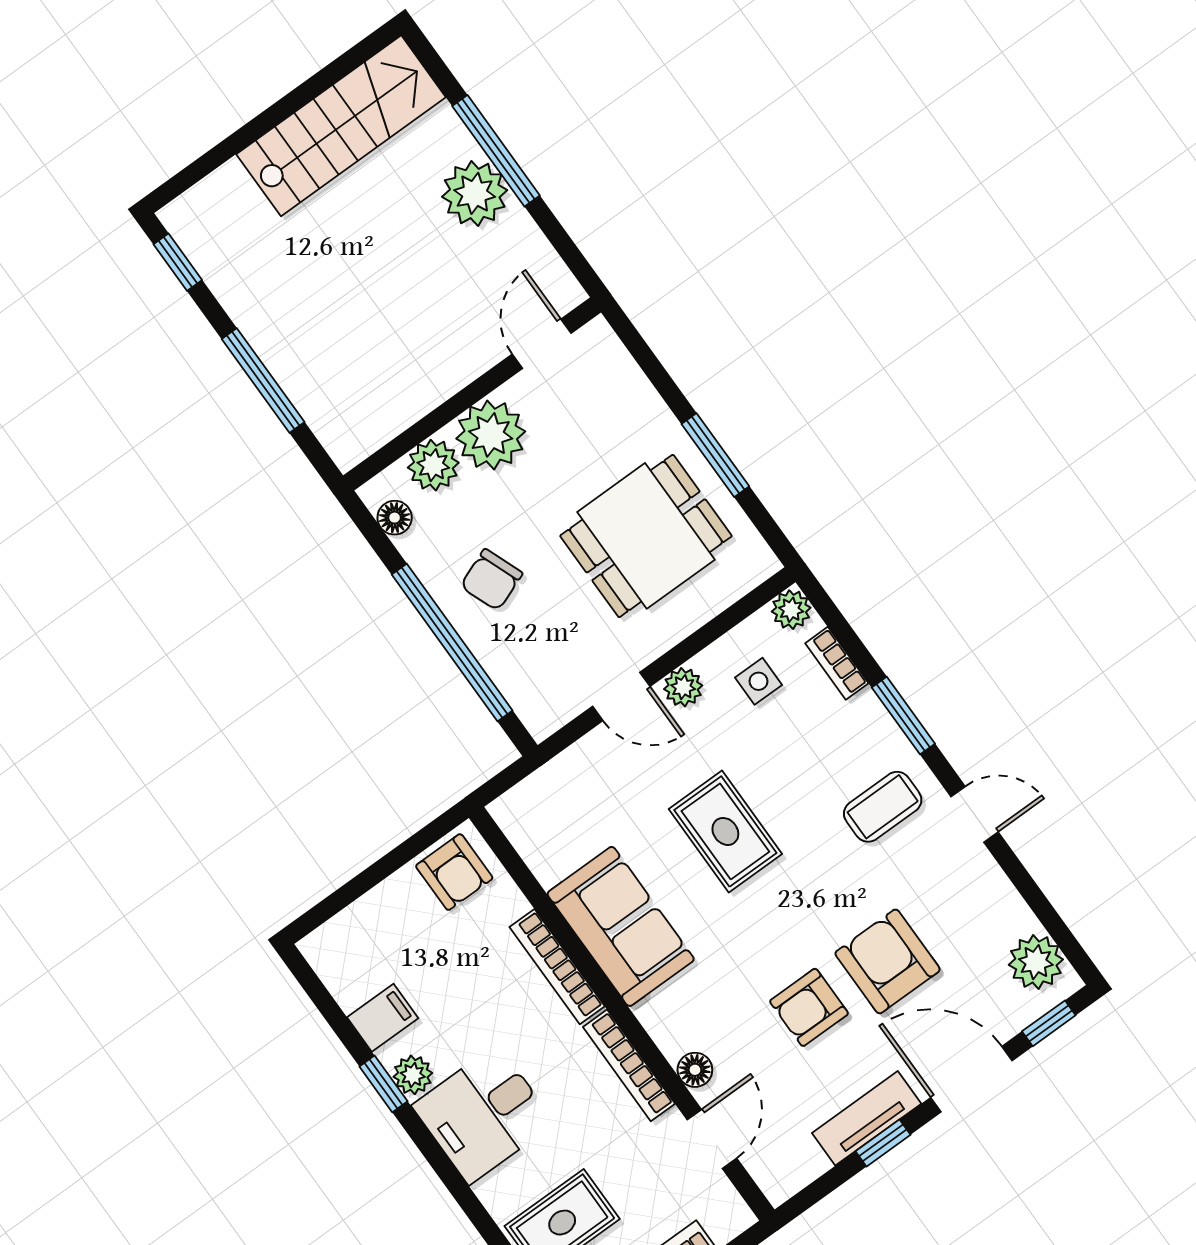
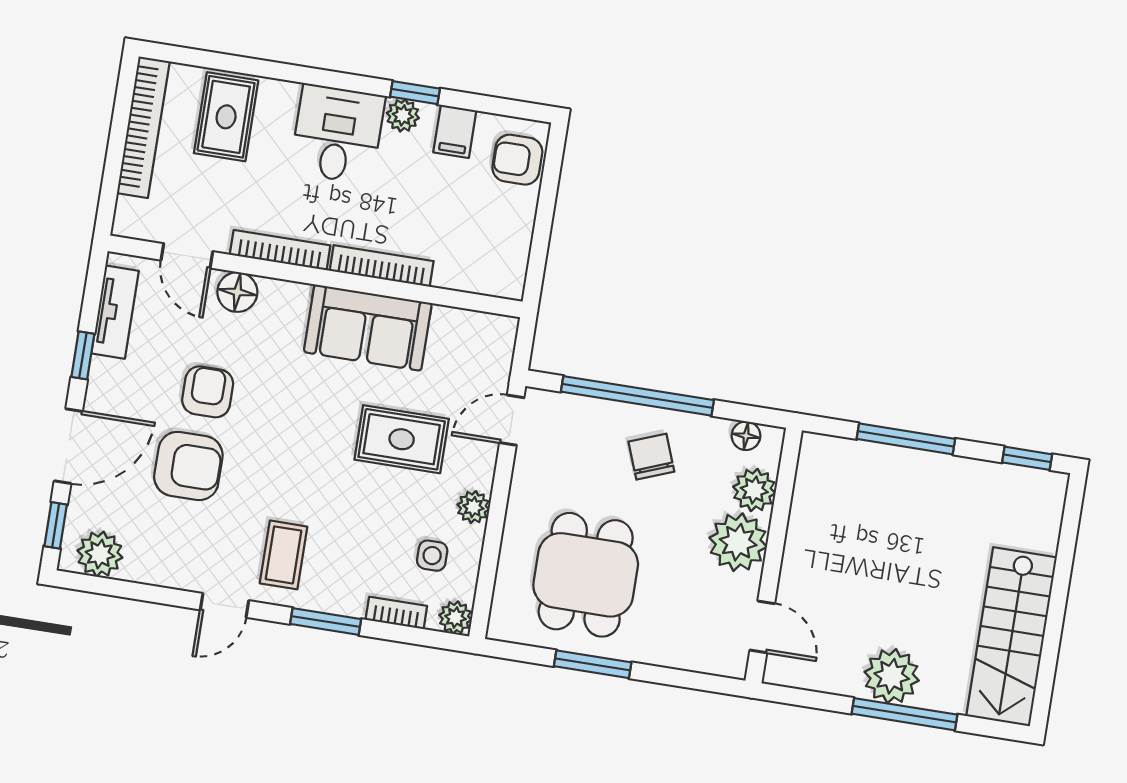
door: (621, 696) -> (512, 420), moved
rug: (725, 831) -> (402, 439), moved
armchair: (454, 872) -> (517, 160), moved
floor lamp: (695, 1070) -> (237, 292), width x1.37, depth x1.37
tv unit: (867, 1118) -> (115, 312), moved

